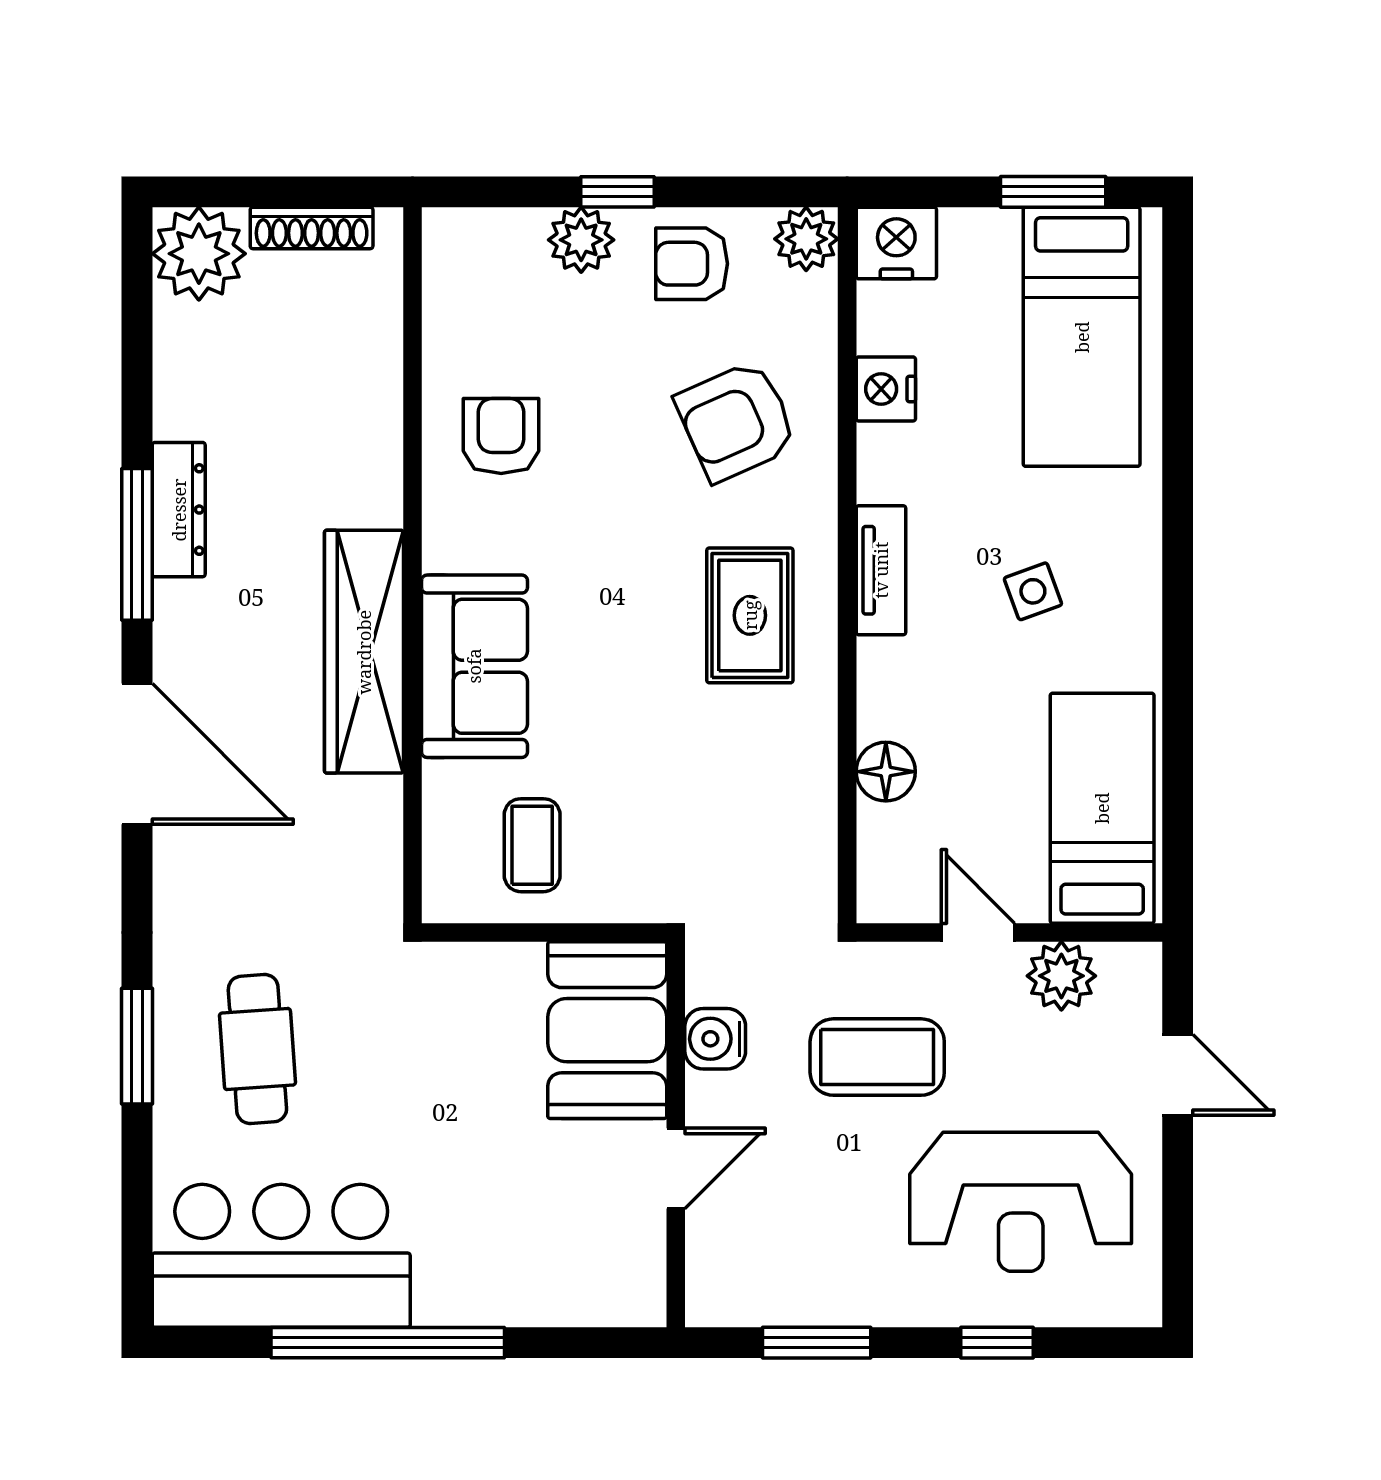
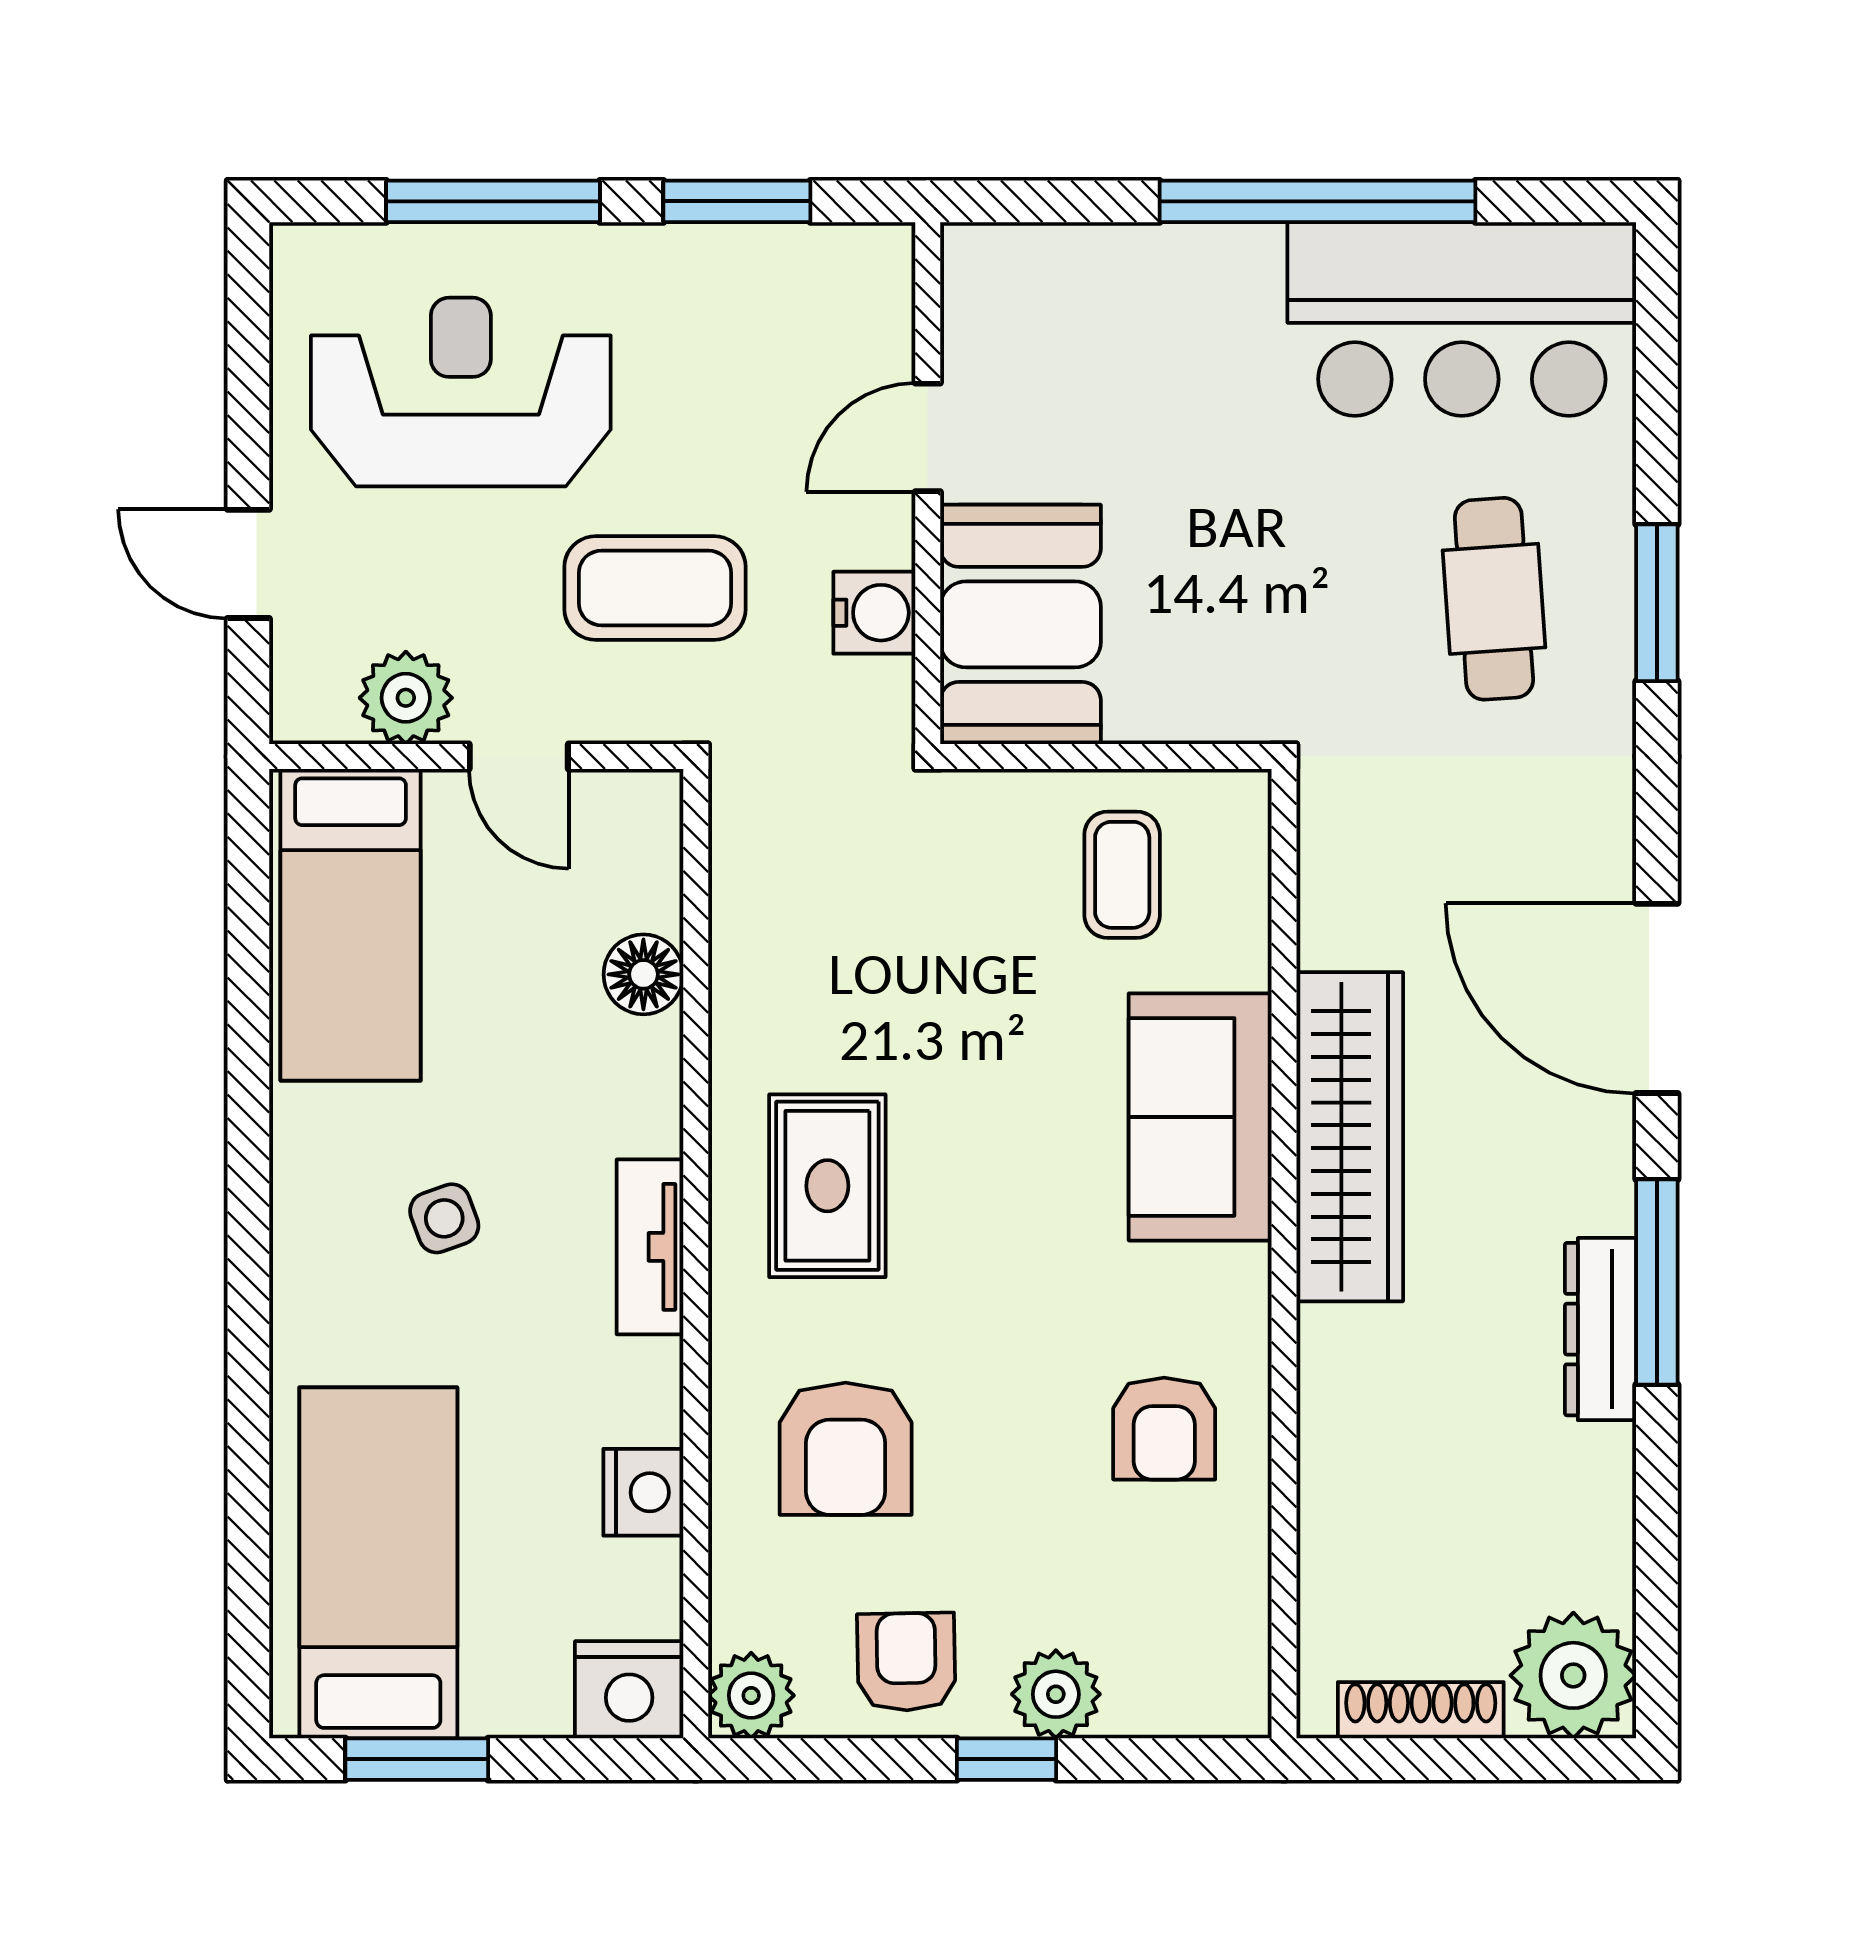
armchair: (692, 264) -> (906, 1662), turned -91
armchair: (736, 421) -> (846, 1449), turned 114
window: (997, 1343) -> (493, 201), width x2.17

